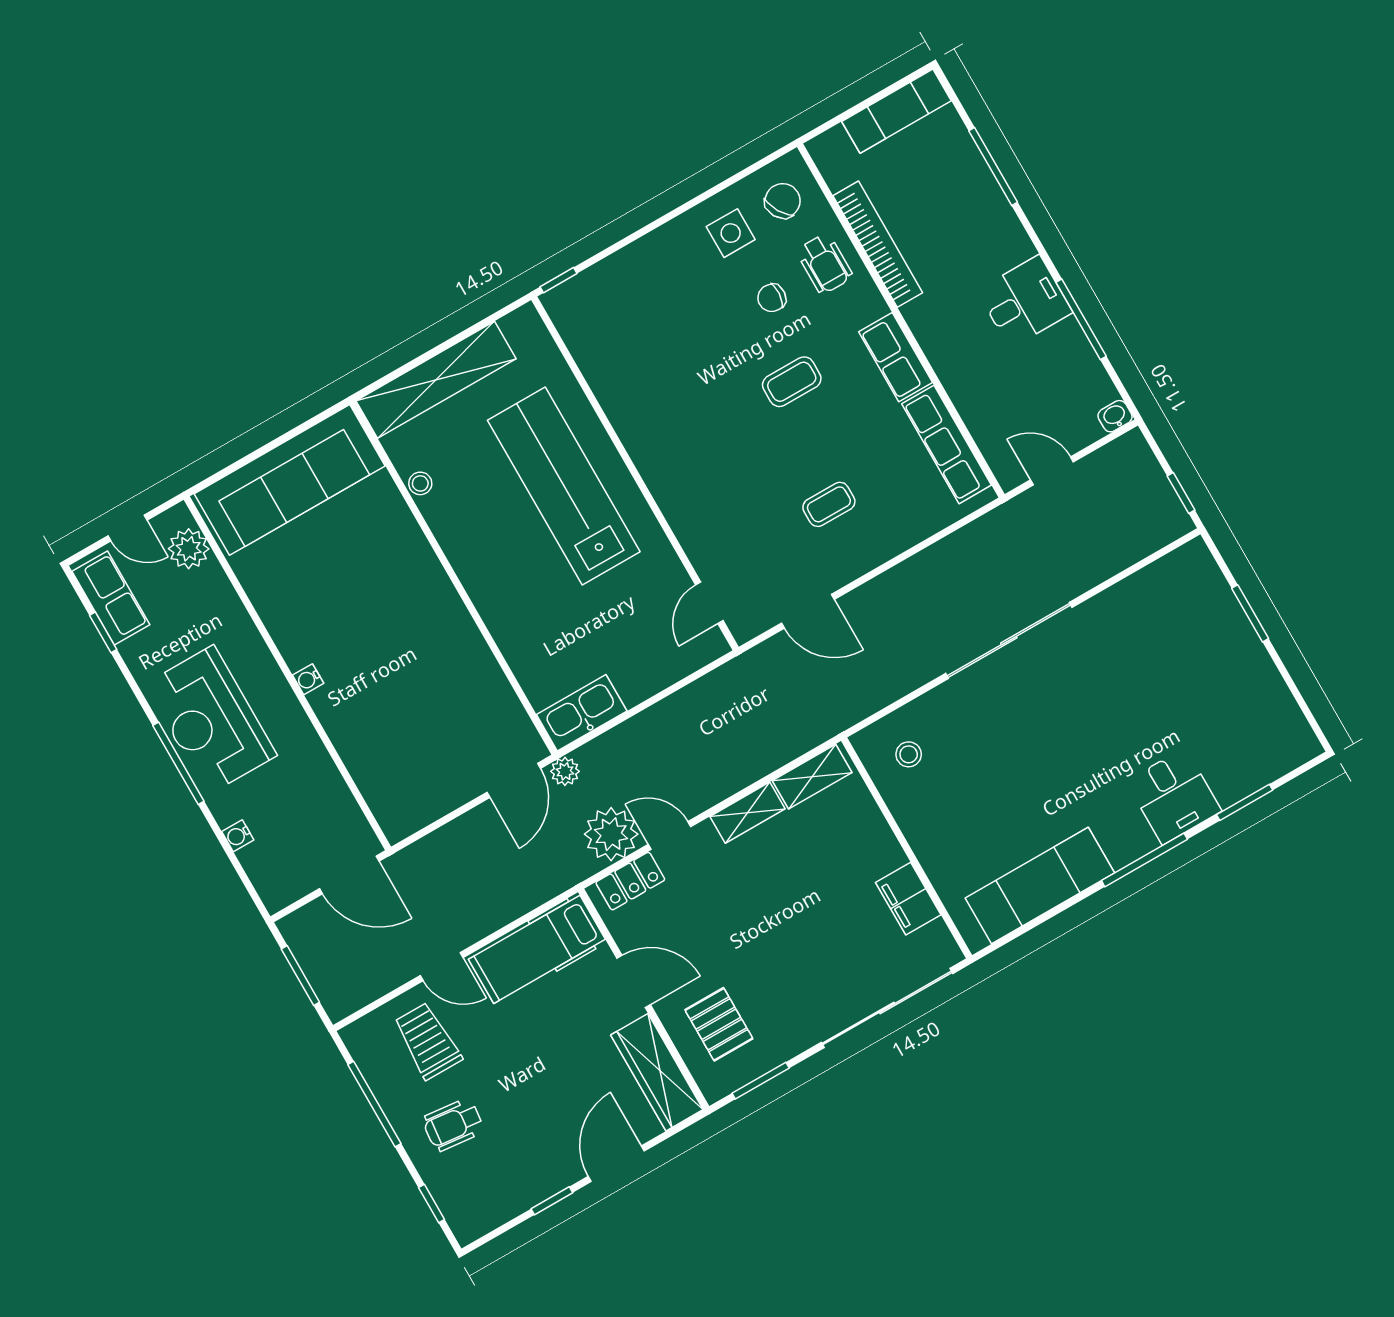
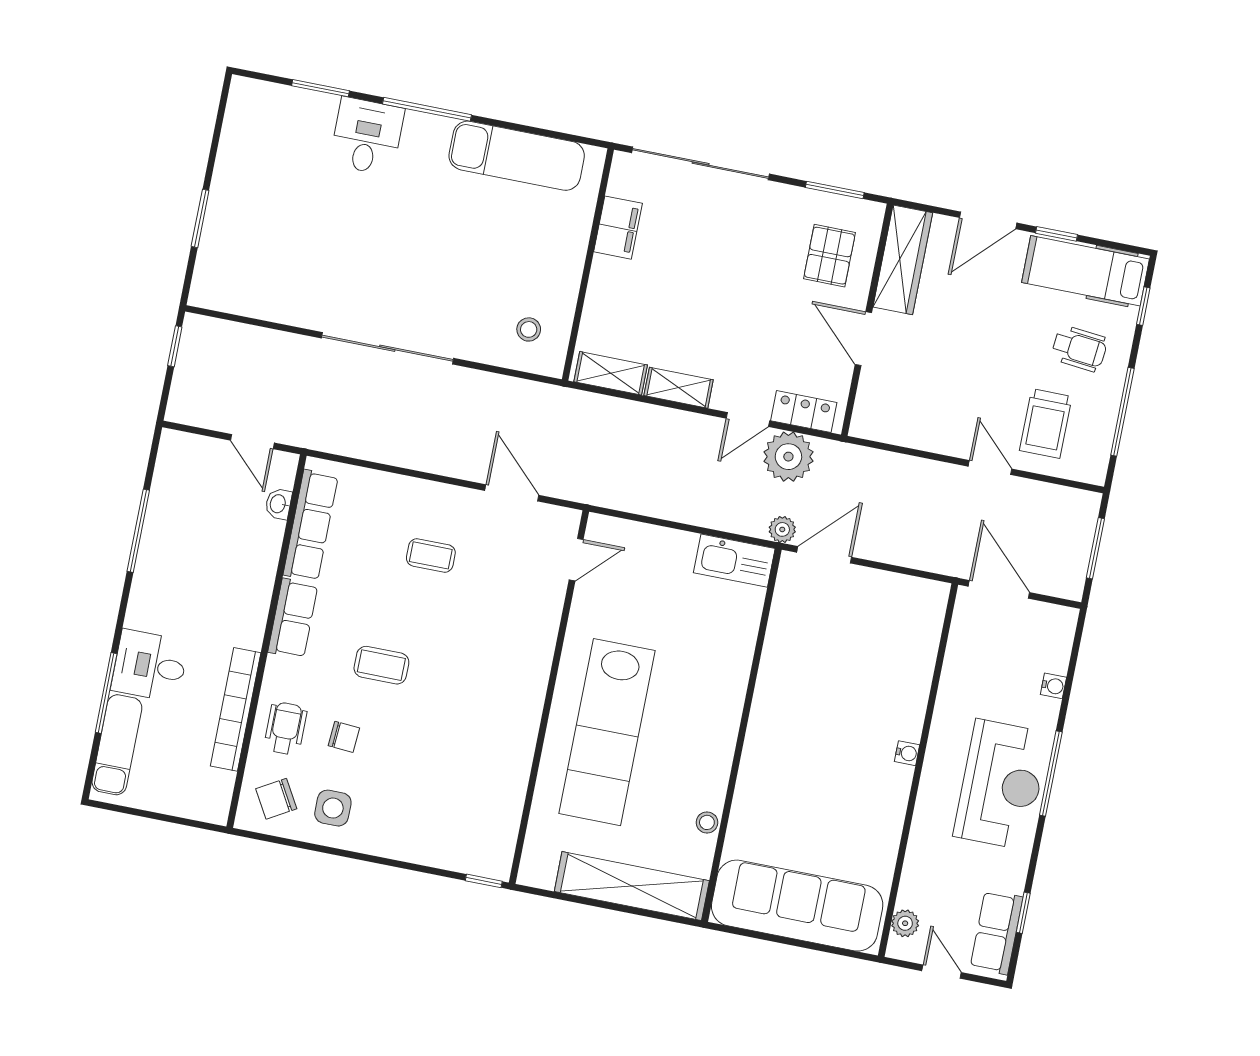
exam couch: (896, 111) -> (117, 745), moved, turned 90
desk: (1025, 302) -> (150, 666), moved
washbasin: (1115, 416) -> (278, 504), moved, turned 90
plant: (189, 549) -> (905, 923), width x0.73, depth x0.73
door: (670, 835) -> (748, 420), hinge flipped
hospital bed: (537, 949) -> (1085, 271), moved, turned 180

